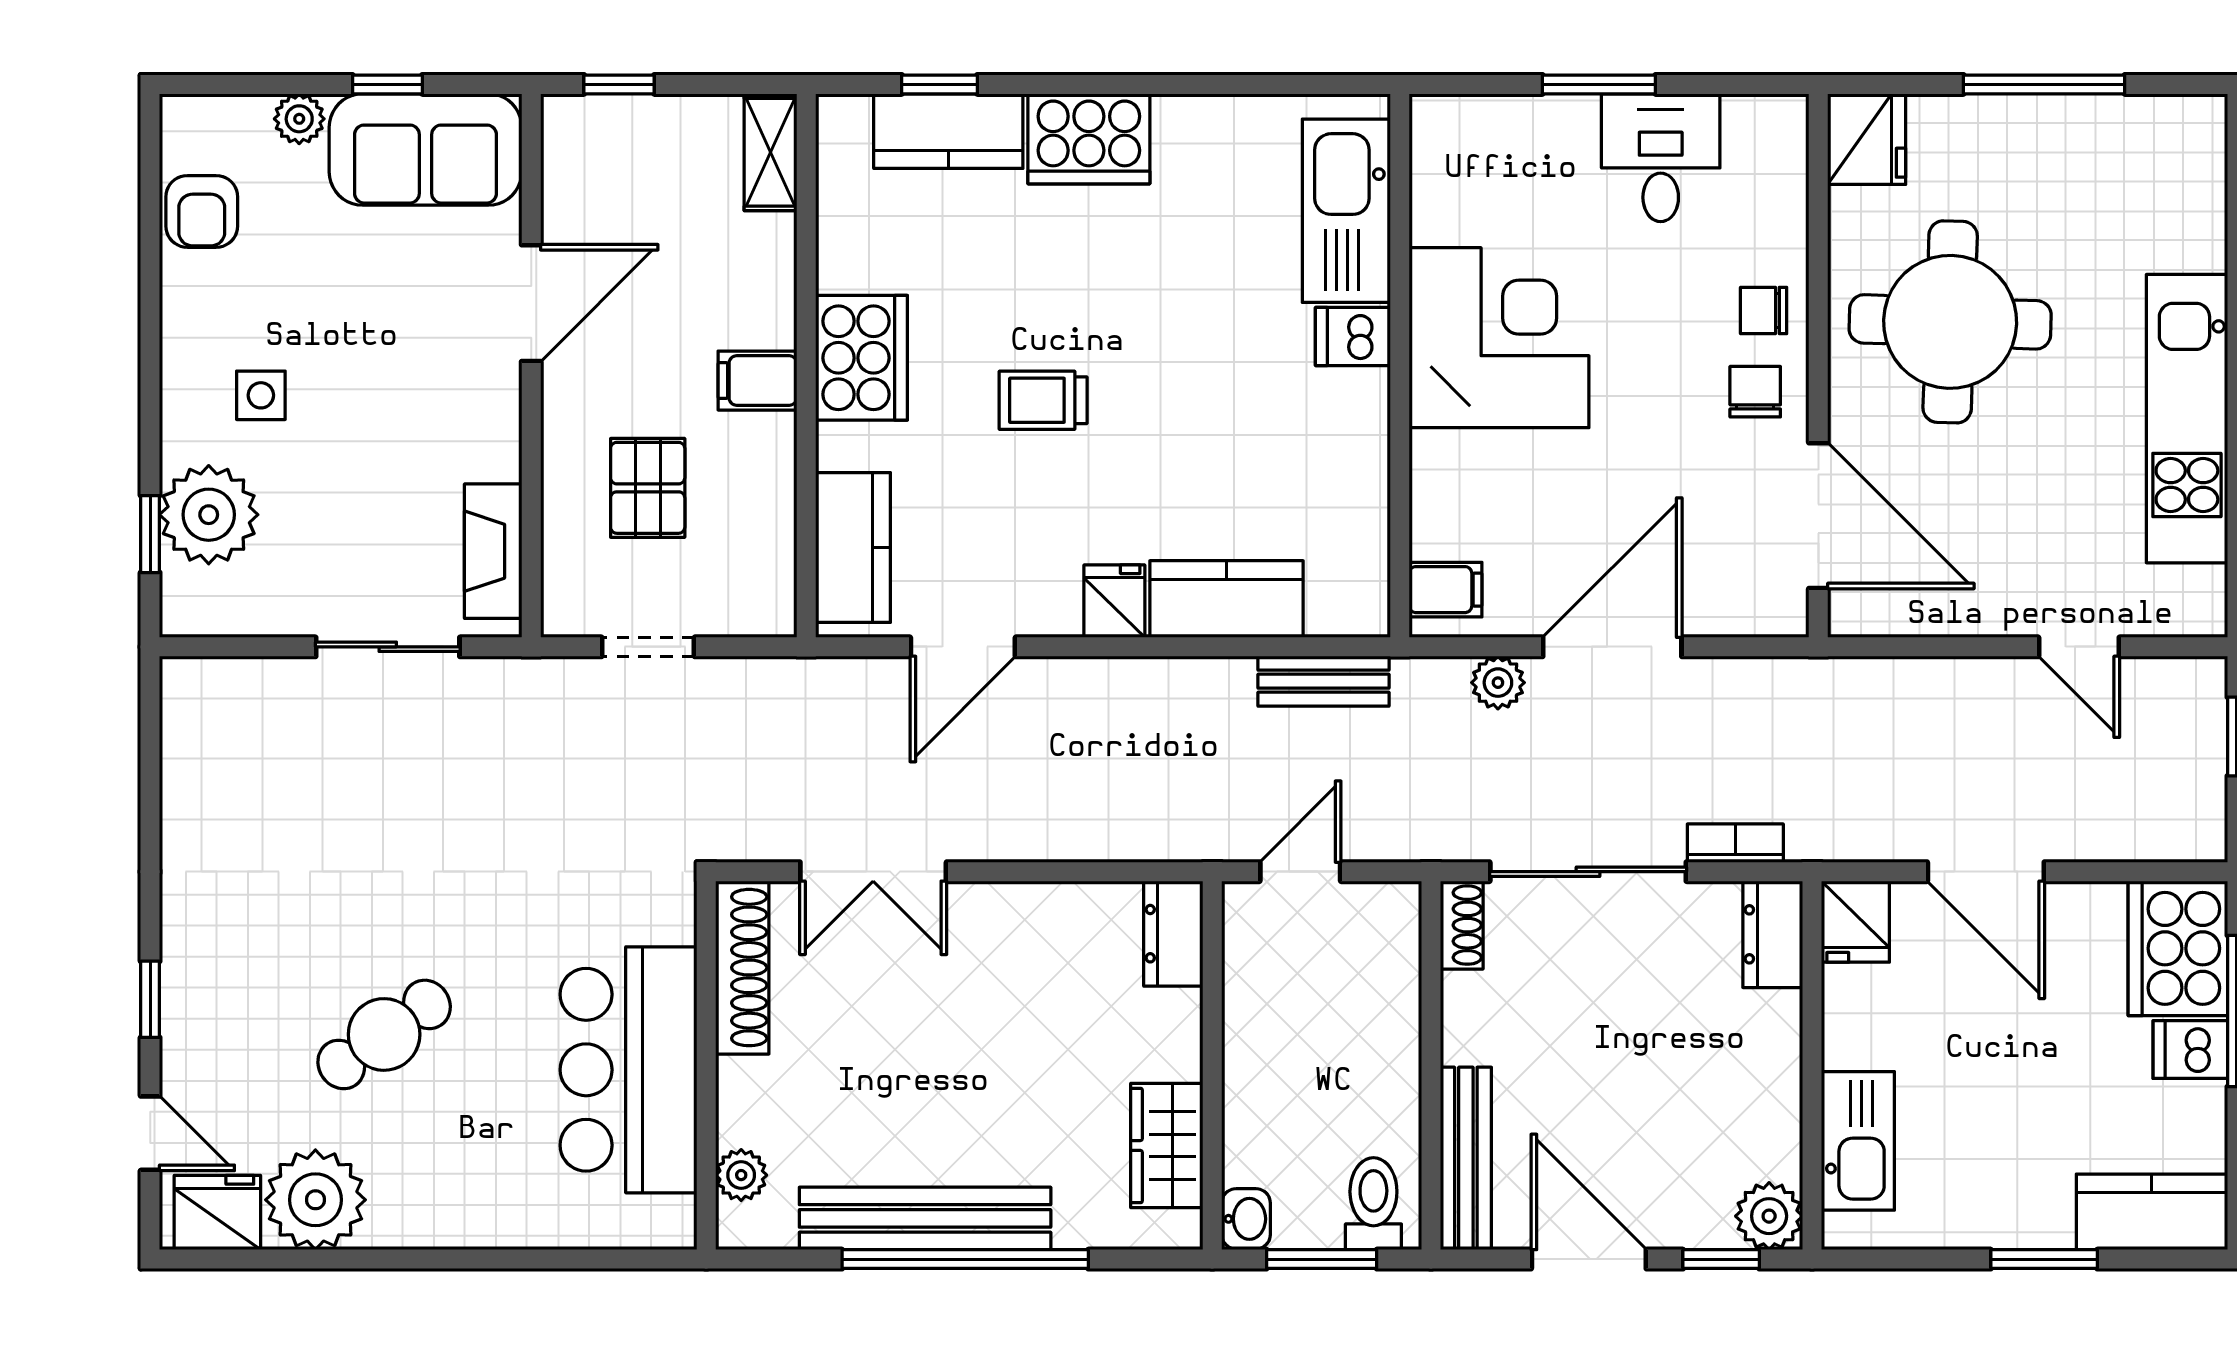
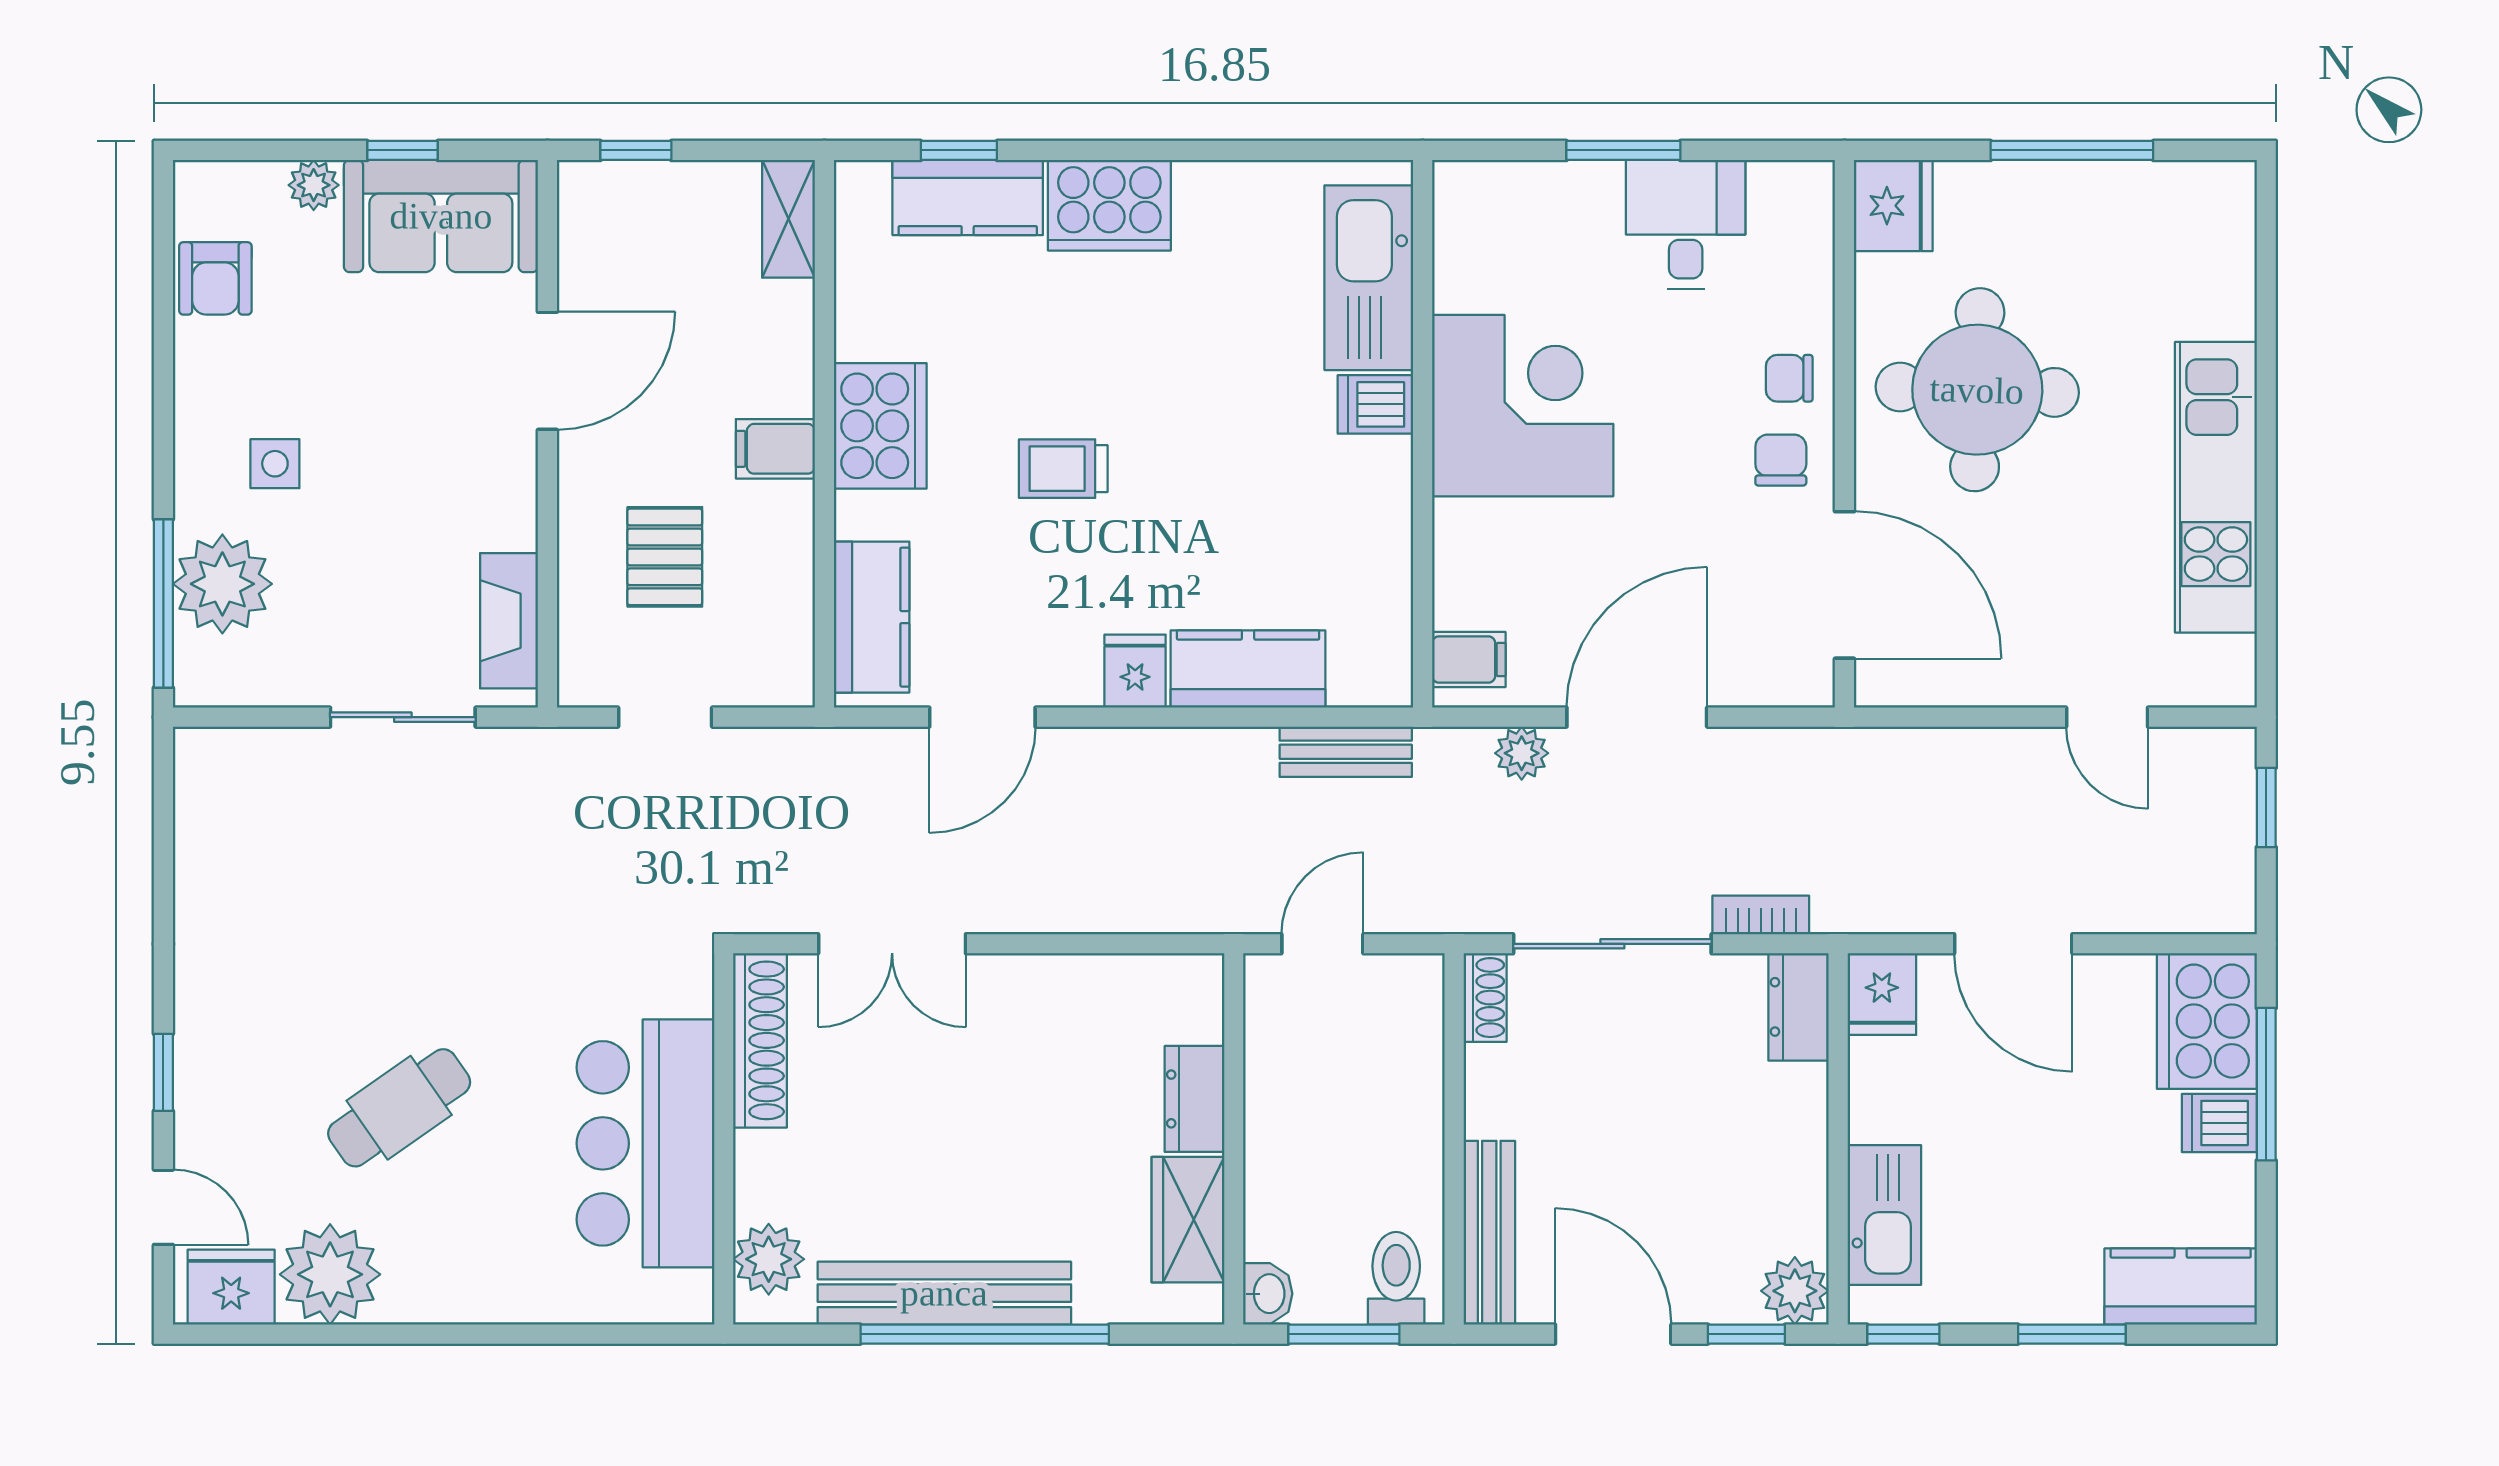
window: (150, 534) -> (163, 603), width x2.17
dresser: (1173, 934) -> (1194, 1099), moved
plant: (741, 1175) -> (769, 1259), width x1.38, depth x1.38
window: (1877, 1259) -> (1903, 1334), added

